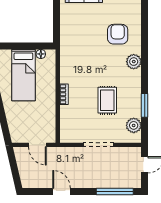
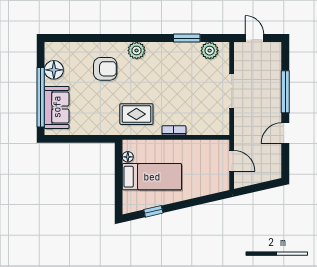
armchair: (118, 34) -> (105, 69), turned 180
rug: (107, 100) -> (136, 114), moved
door: (37, 145) -> (232, 161), hinge flipped
window: (115, 192) -> (285, 92), moved

